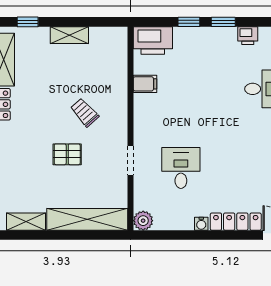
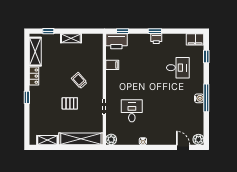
window: (189, 22) -> (123, 31), moved
printer: (248, 36) -> (156, 39), moved
locker: (236, 222) -> (162, 140), removed

